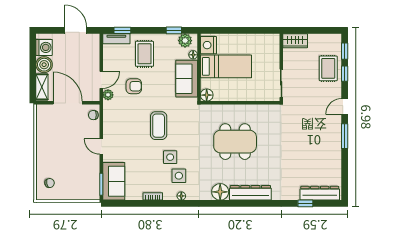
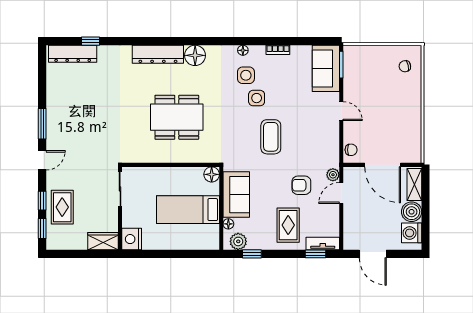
nightstand: (208, 45) -> (132, 239), moved, turned 180

